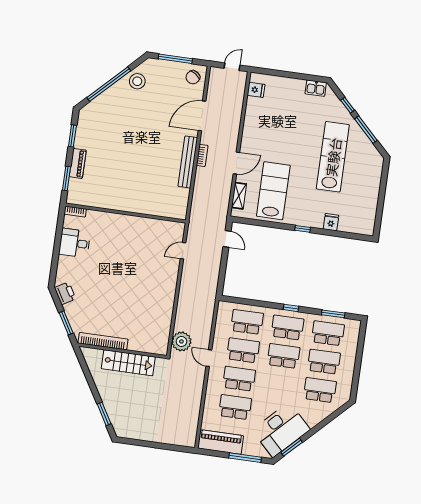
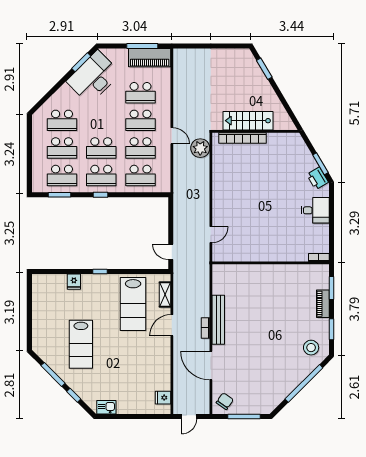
stool: (137, 81) -> (311, 348), moved
door: (202, 116) -> (211, 366), swing flipped
lab bench: (333, 157) -> (81, 344), width x0.73
desk: (75, 243) -> (315, 210), moved
window: (66, 323) -> (320, 164), moved
bookcase: (103, 341) -> (243, 138), moved
window: (245, 458) -> (142, 46), moved

